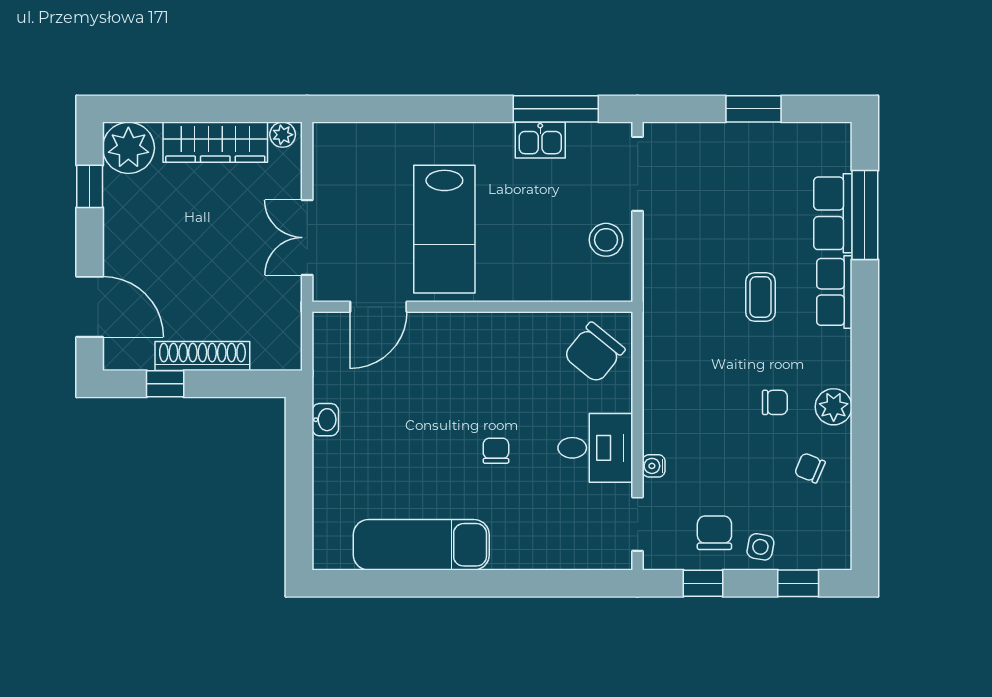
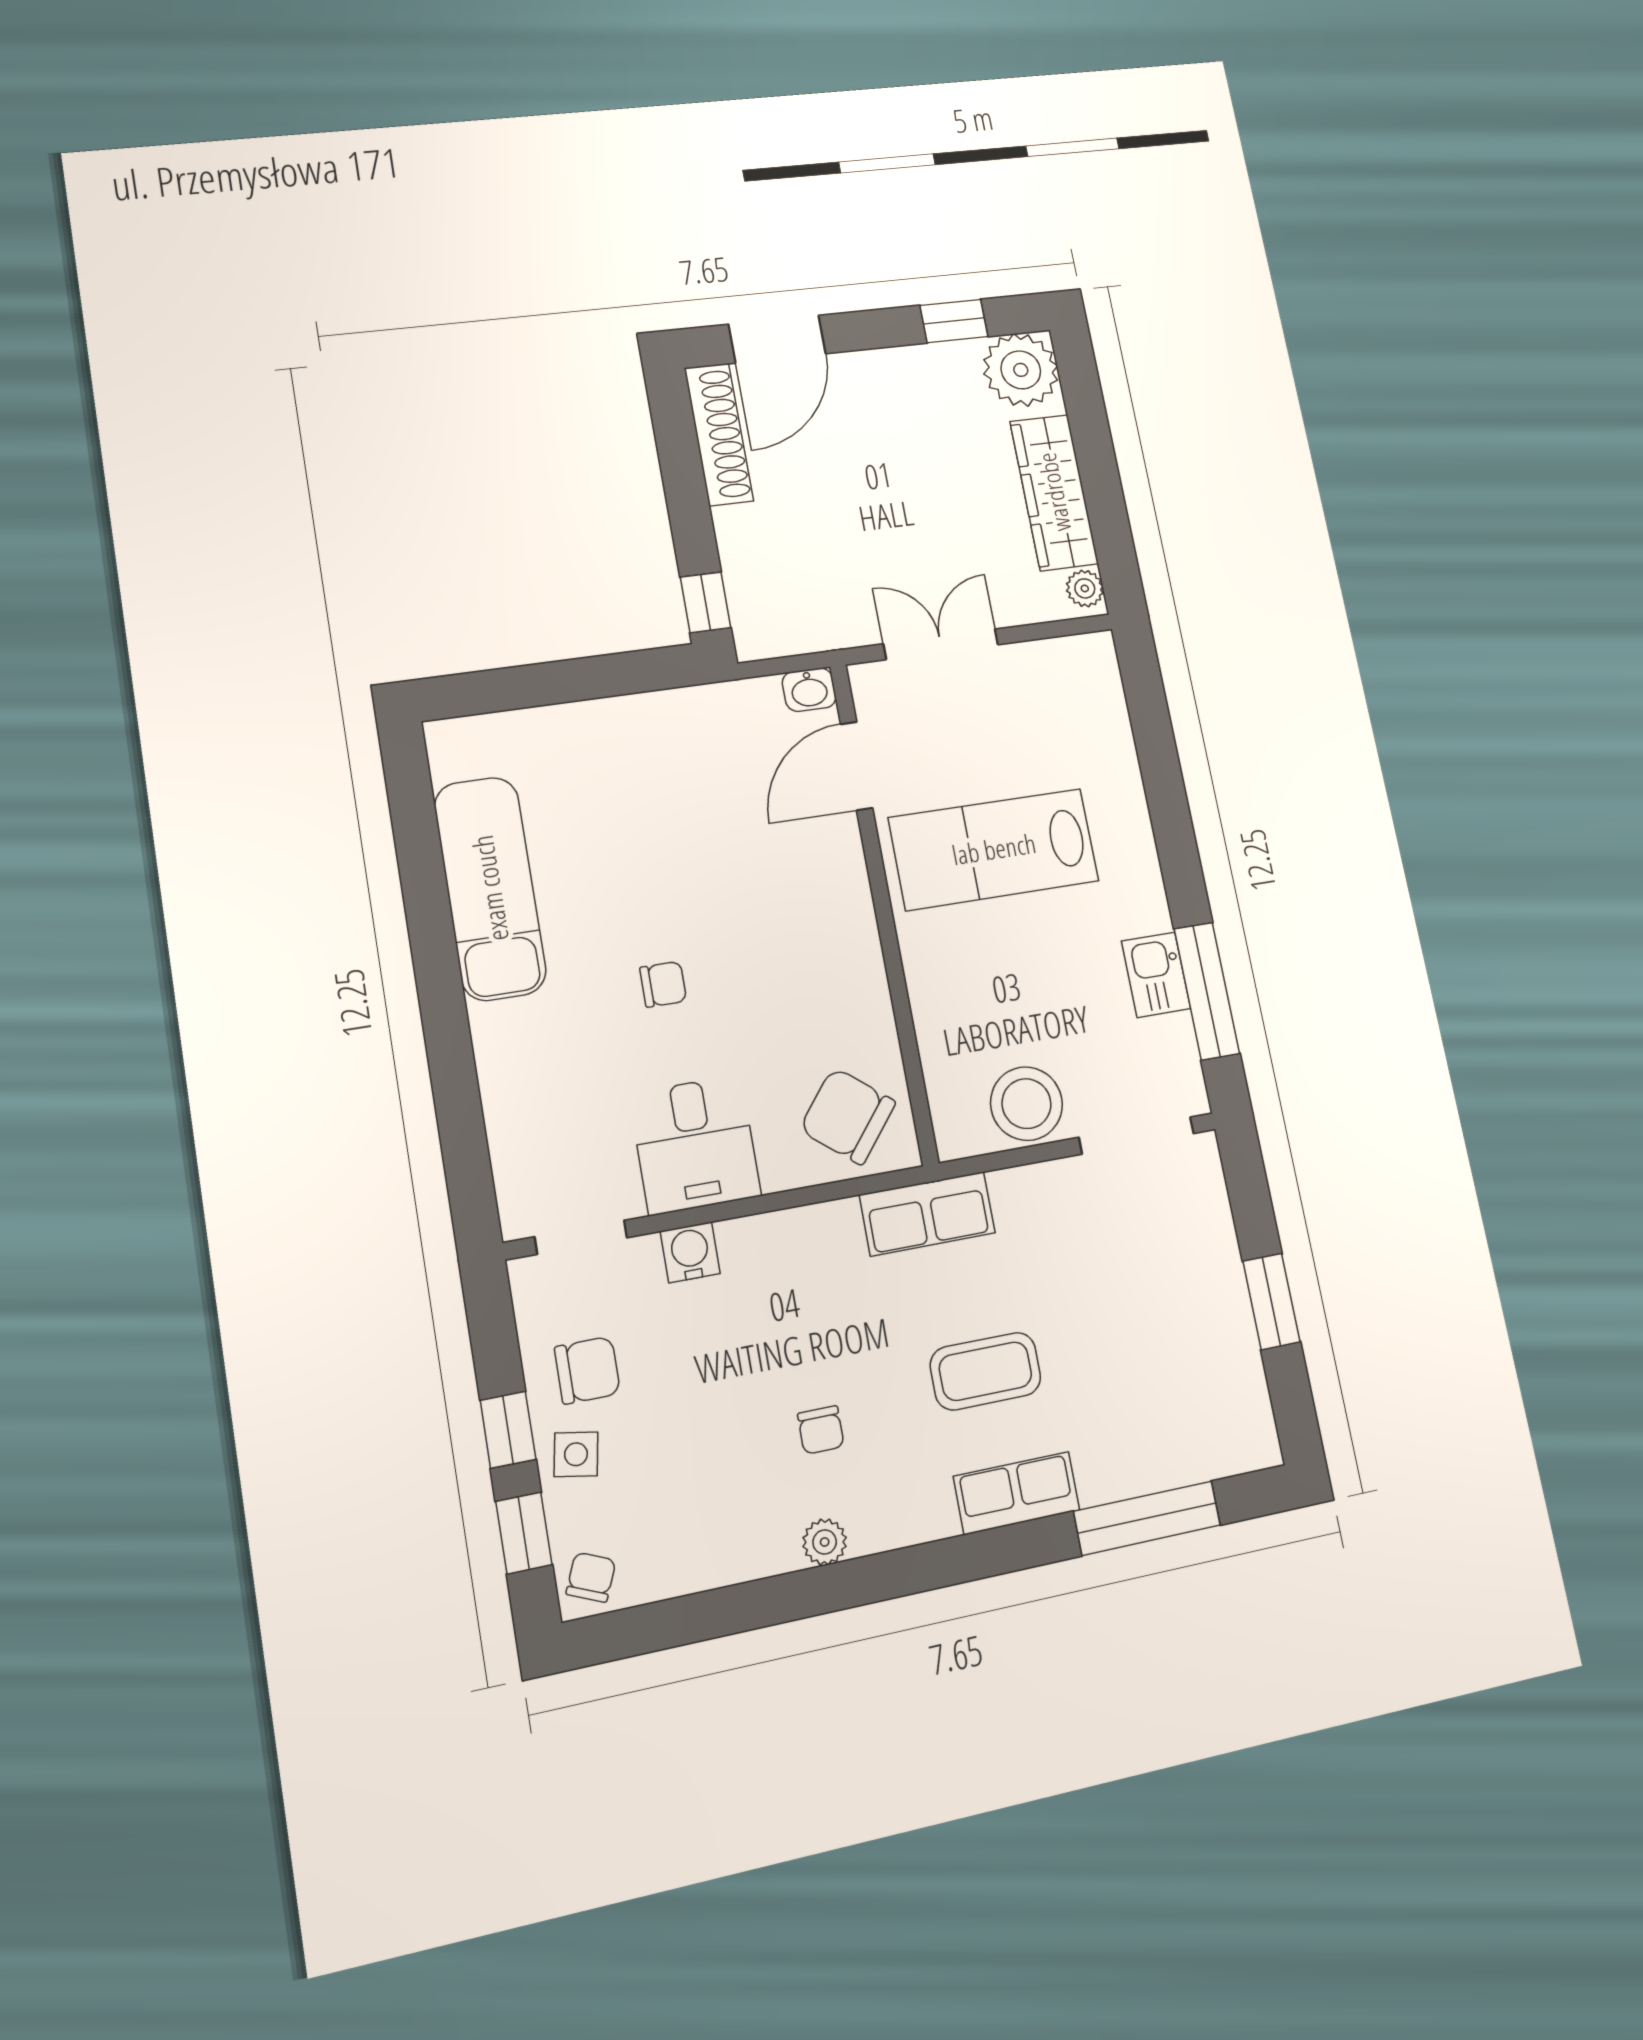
row of seats: (833, 213) -> (927, 1214), moved, turned 180
stool: (606, 240) -> (1026, 1104), width x1.38, depth x1.38
coffee table: (760, 297) -> (985, 1371), width x1.36, depth x1.30
door: (378, 307) -> (857, 766), hinge flipped
shoe rack: (202, 356) -> (719, 434), moved
window: (165, 384) -> (705, 602), moved
plant: (834, 407) -> (825, 1542), width x0.73, depth x0.73
washbasin: (325, 420) -> (809, 690), moved
water cooler: (654, 466) -> (690, 1252), width x1.38, depth x1.38
chair: (810, 468) -> (591, 1577), moved
window: (703, 583) -> (508, 1430), moved

